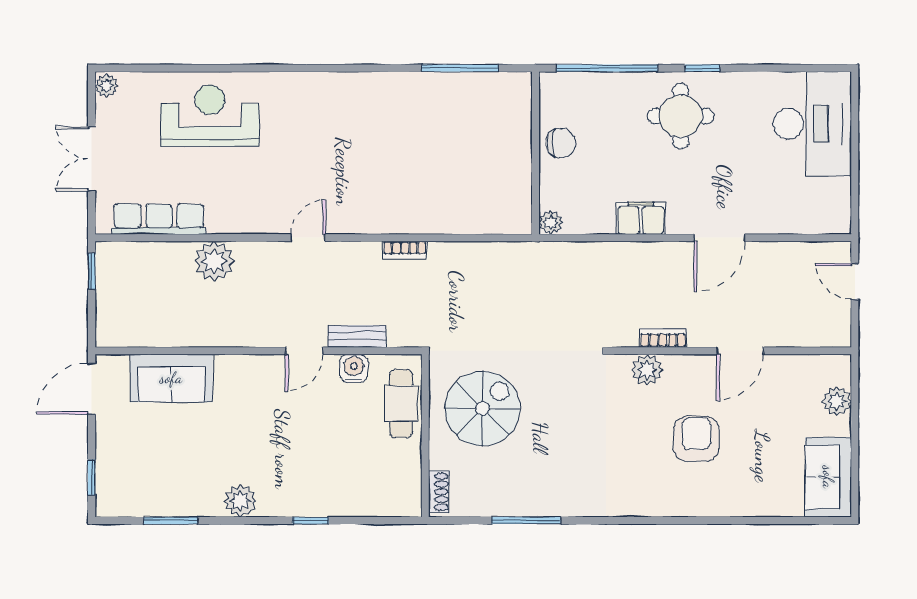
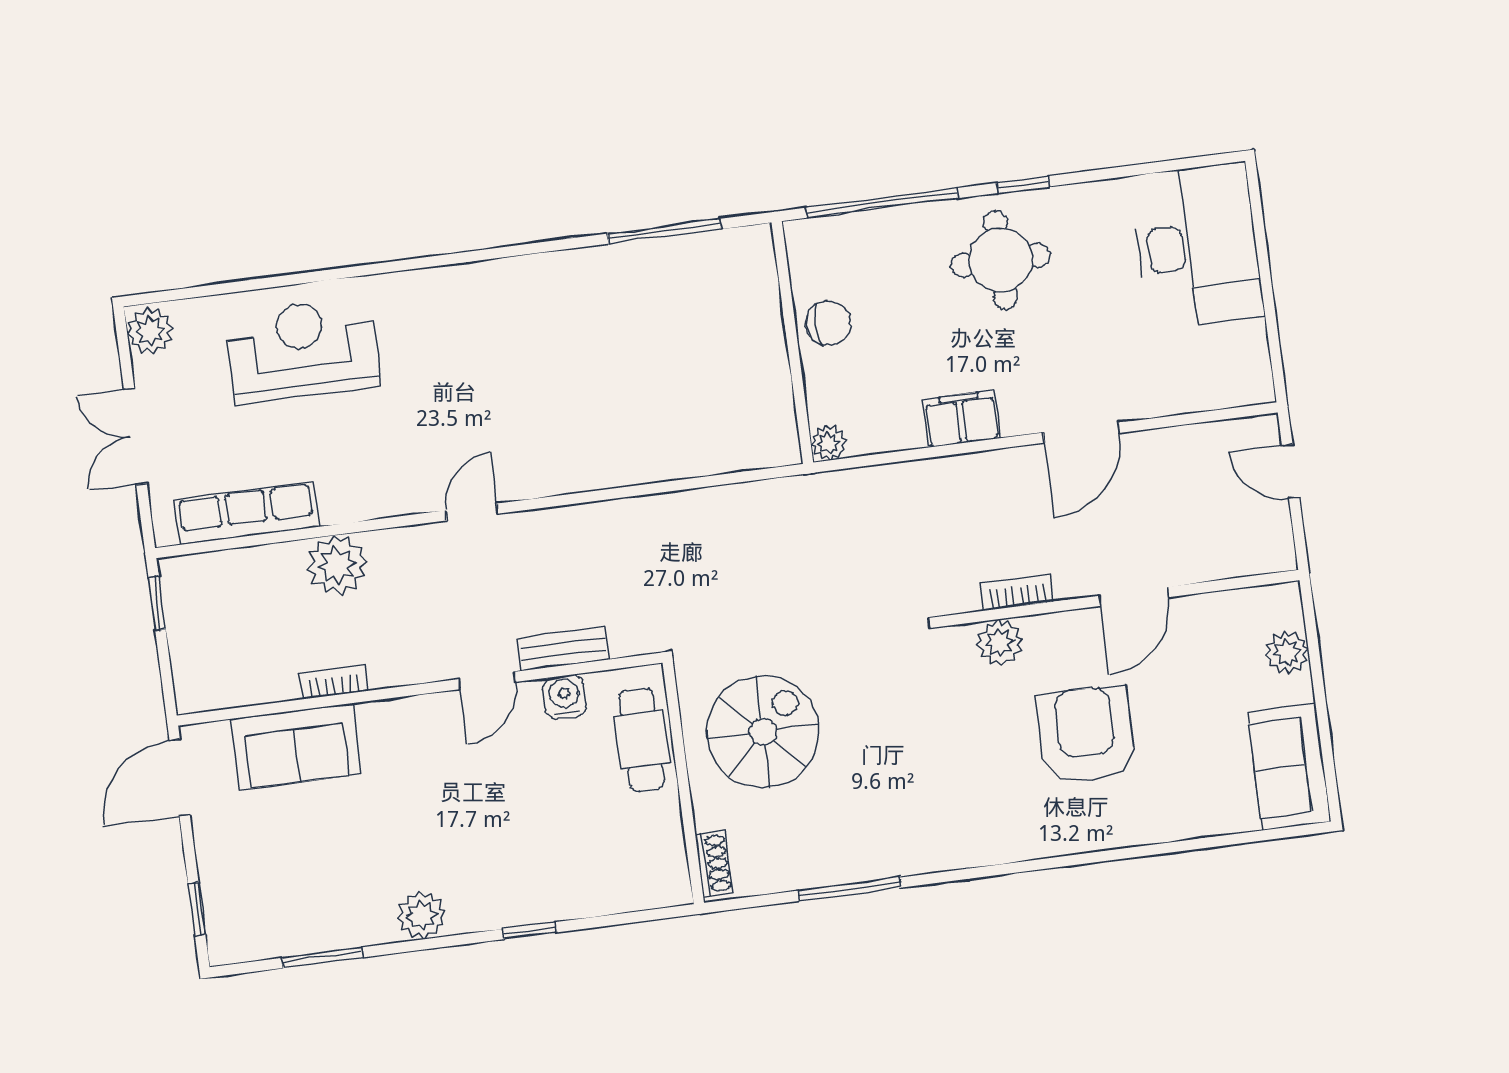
plant: (106, 86) -> (150, 331), width x1.38, depth x1.38
bookcase: (405, 250) -> (333, 682), moved, turned 180
armchair: (696, 439) -> (1086, 735), width x1.36, depth x1.36

